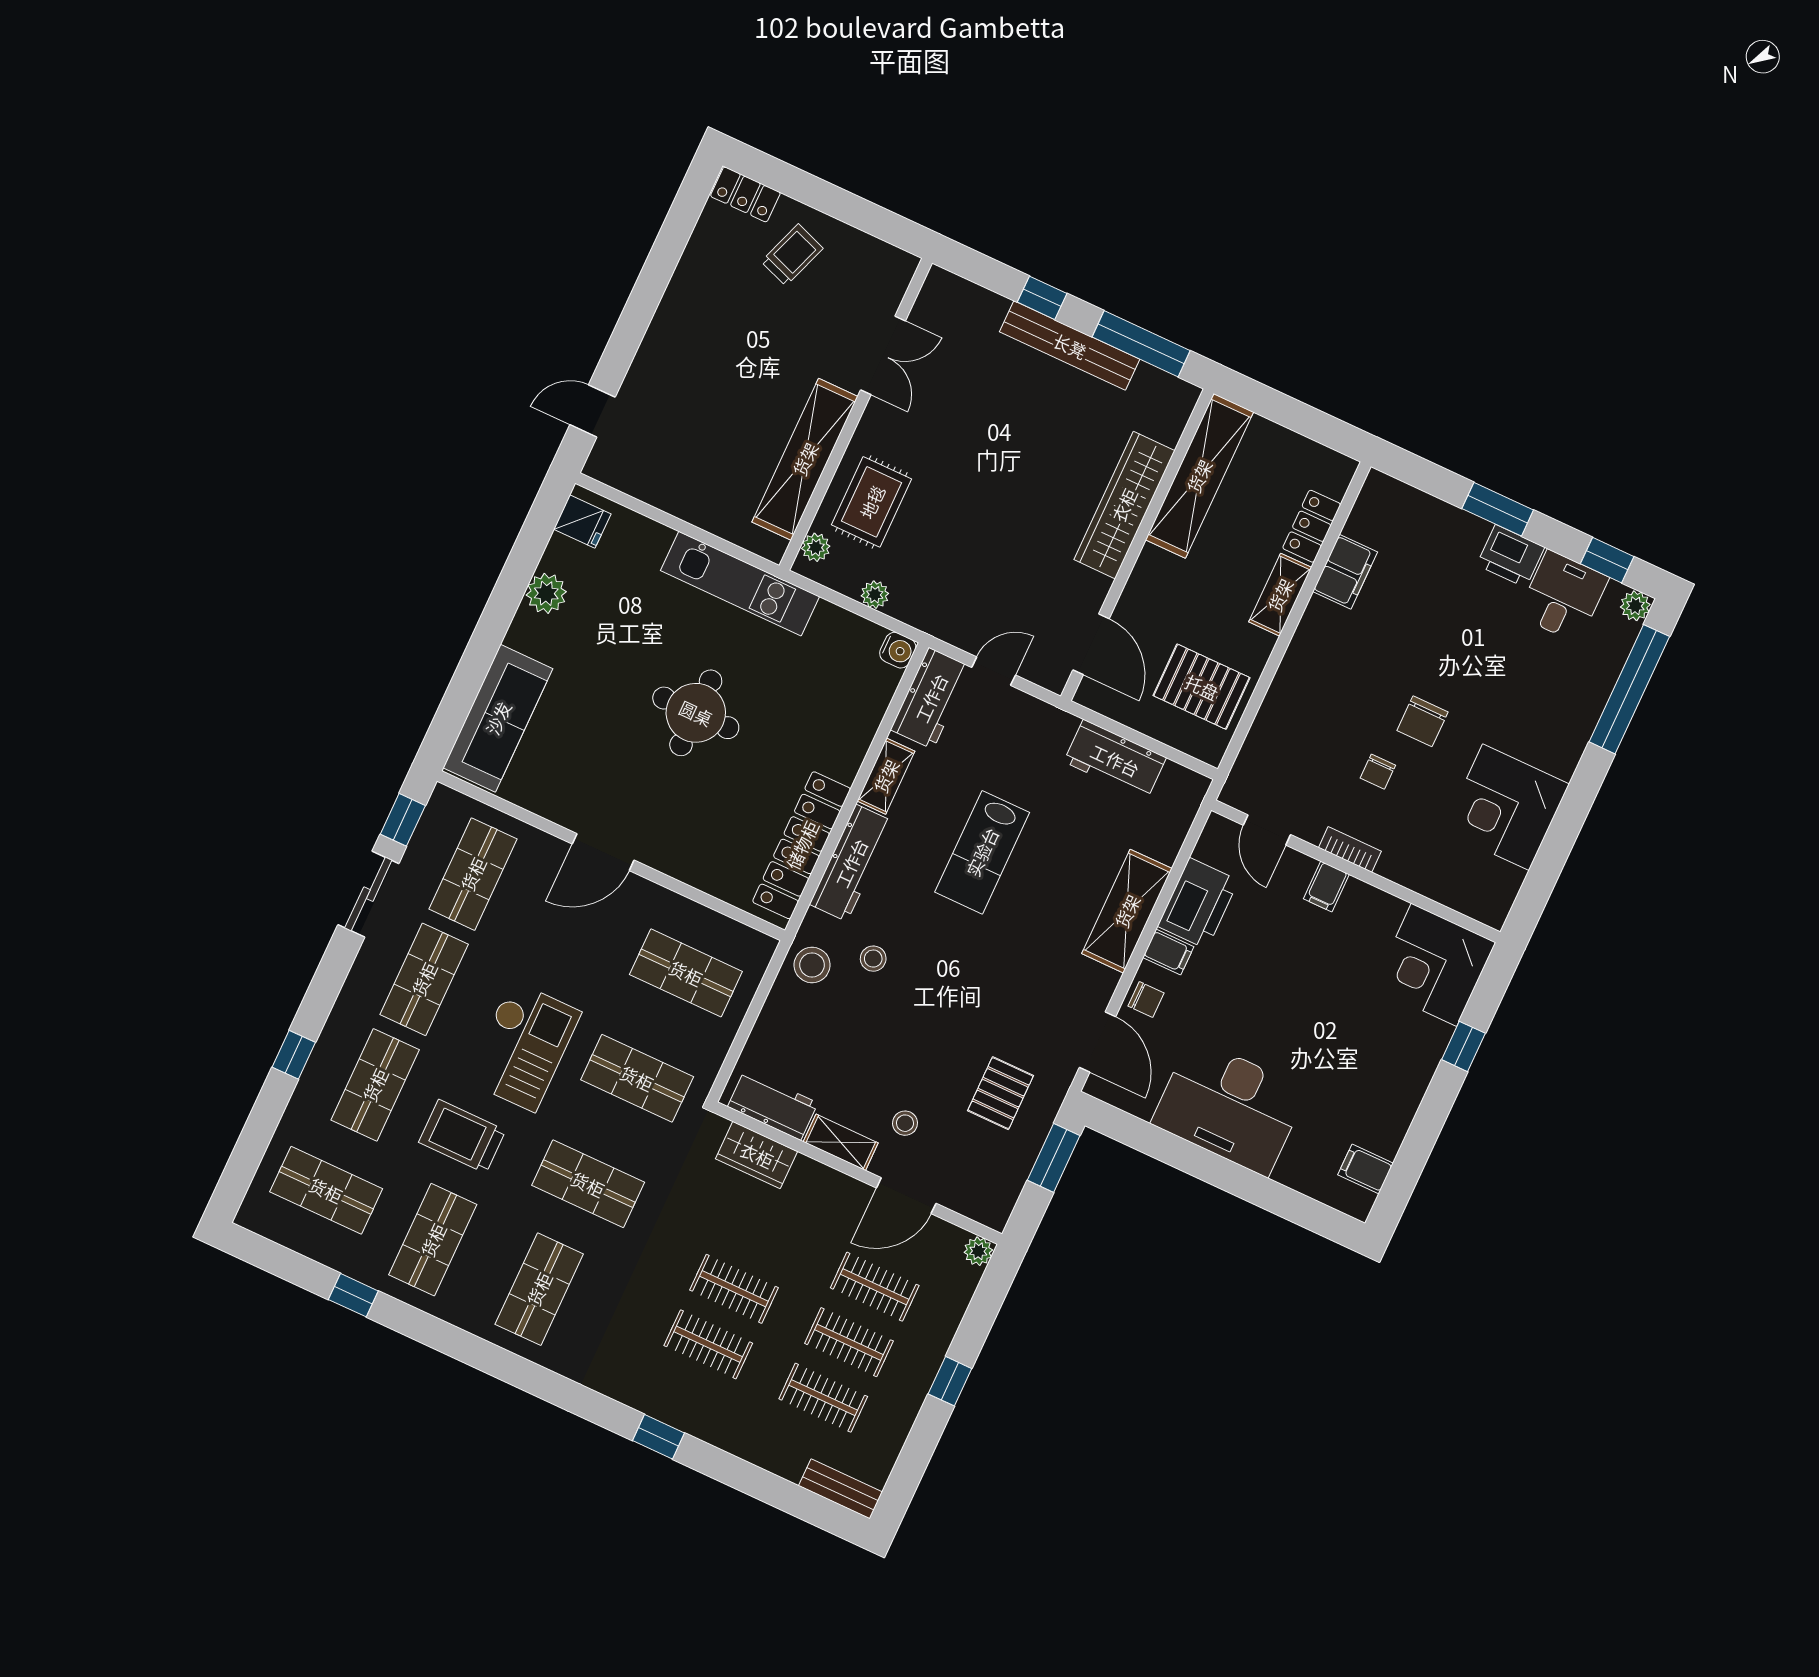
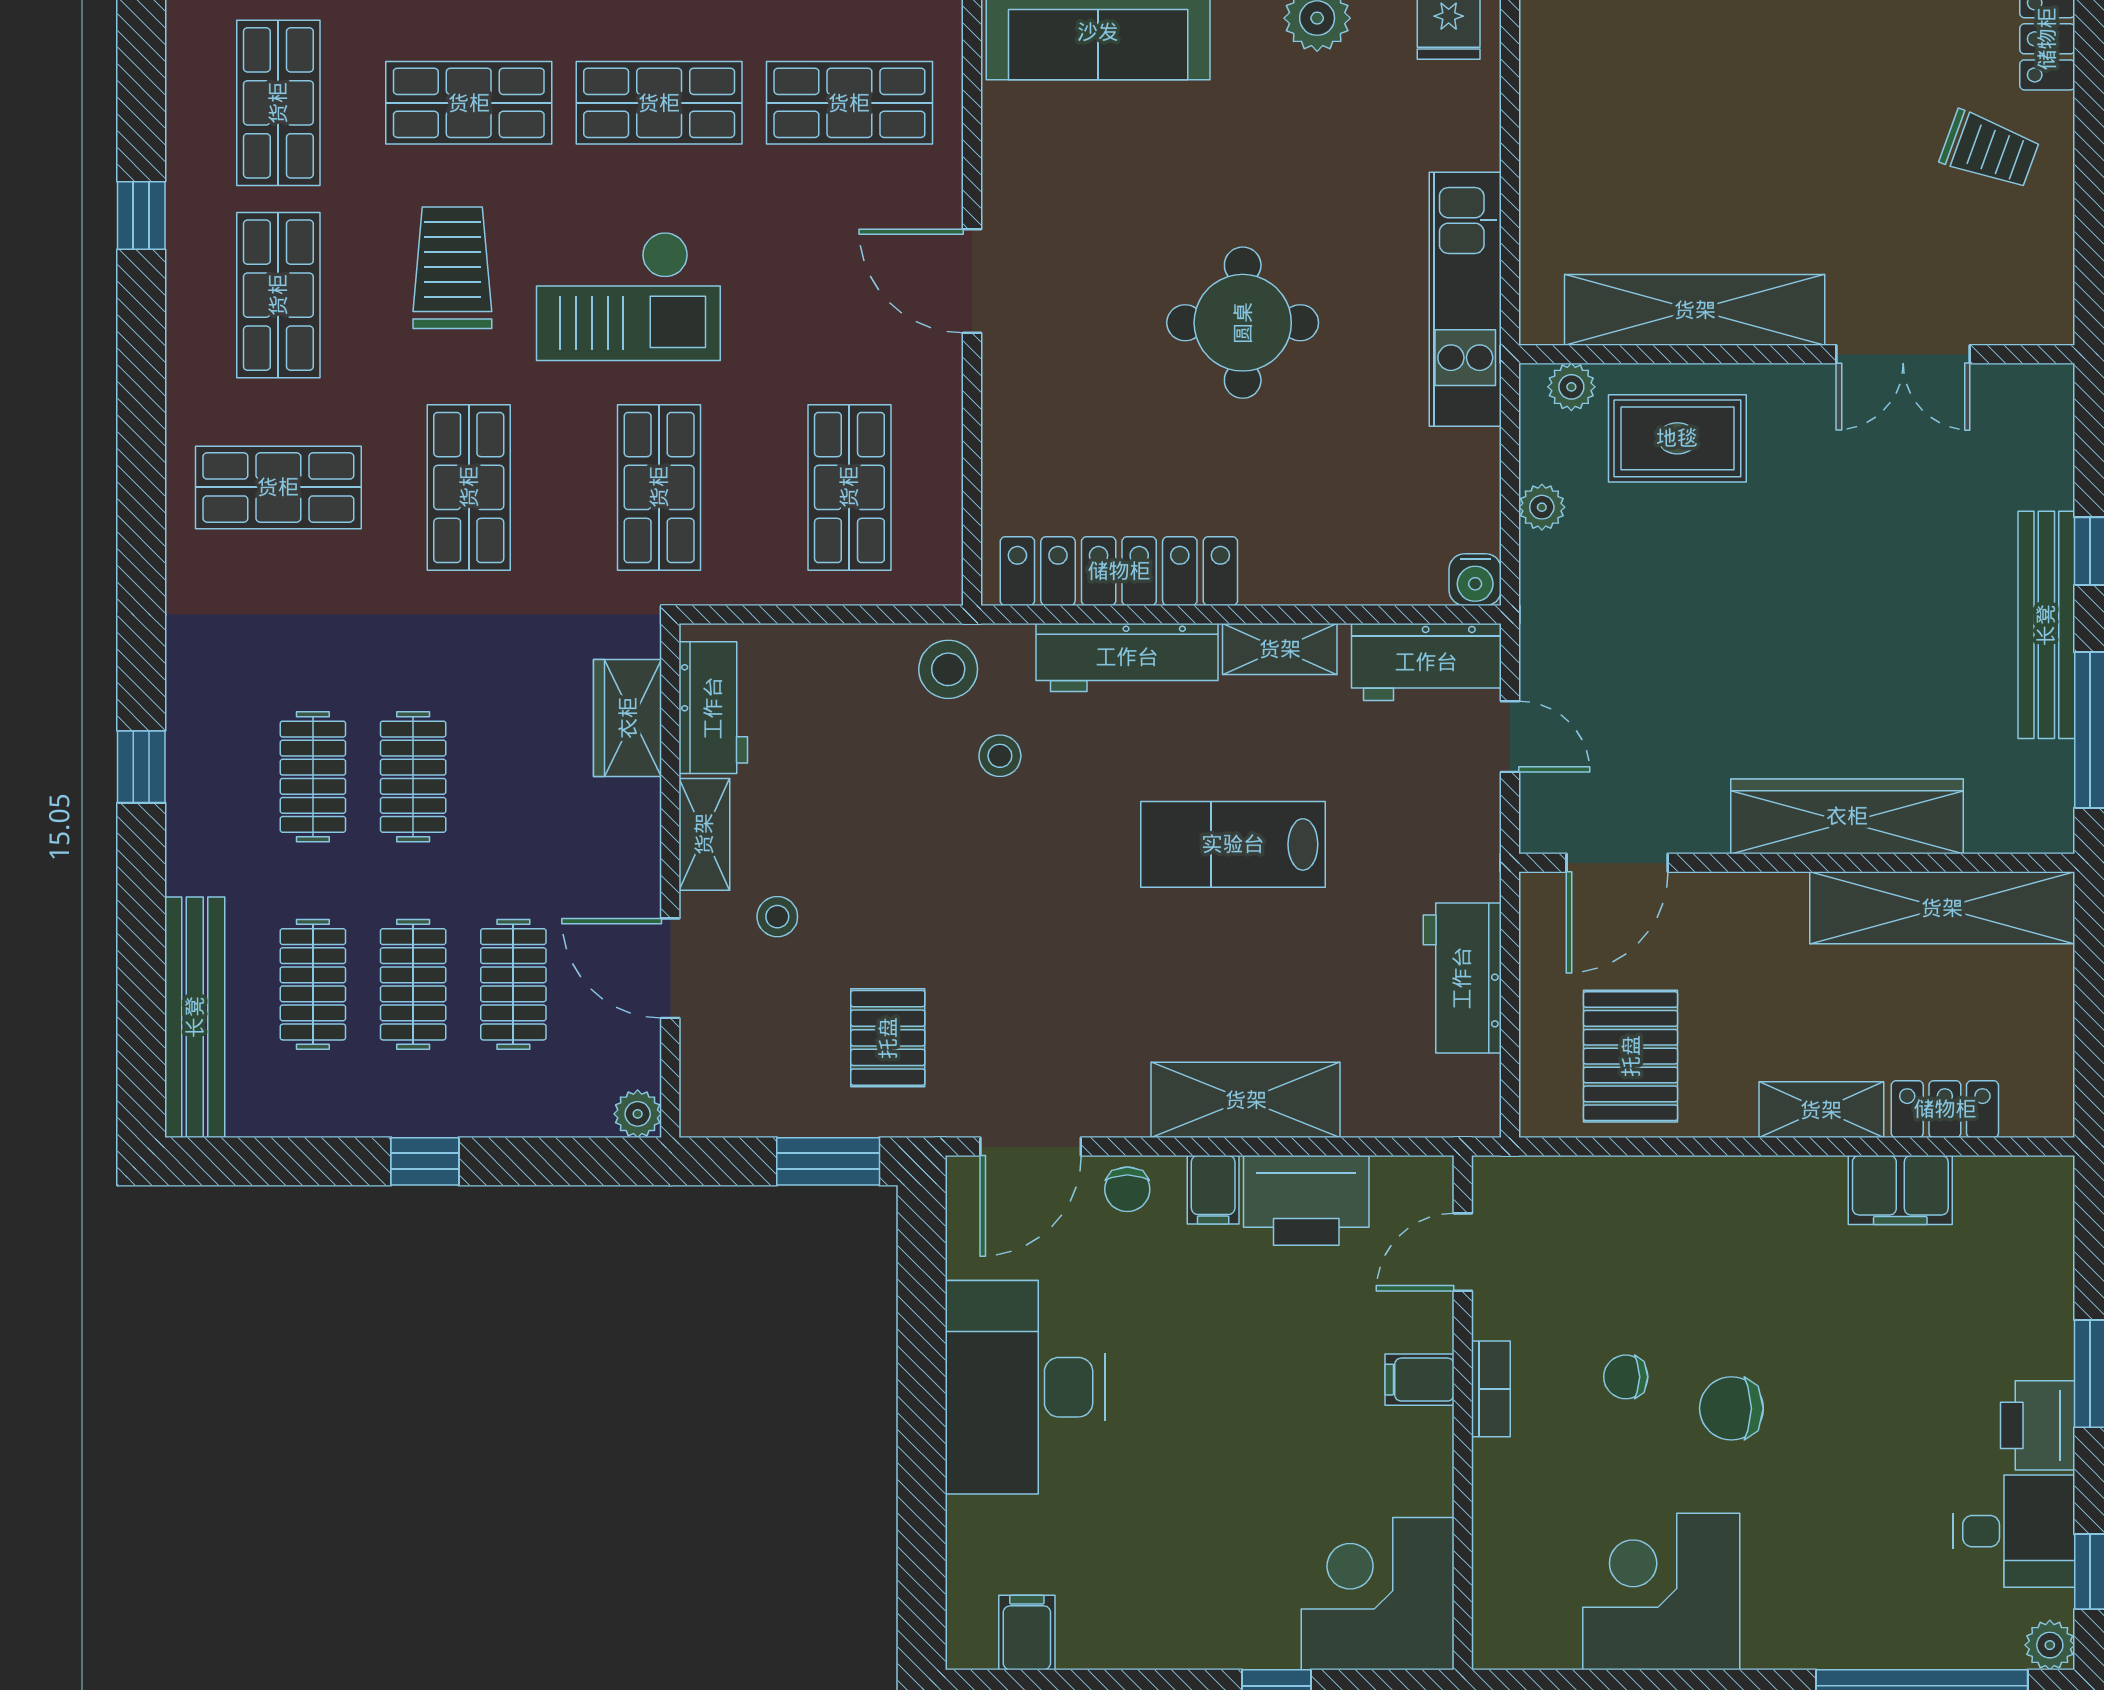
pallet: (1001, 1093) -> (888, 1038), turned 90
shop shelf: (433, 1240) -> (278, 295), turned 90
bench: (841, 1489) -> (195, 1017), width x1.86, depth x1.21

